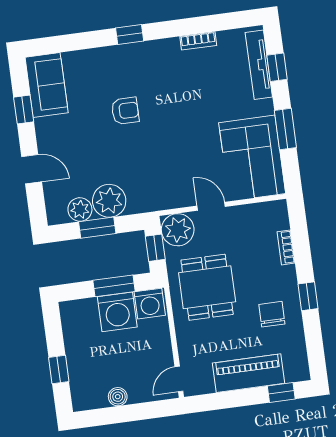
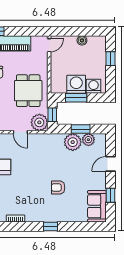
door: (32, 169) -> (110, 164), hinge flipped
washing machine: (150, 304) -> (94, 86), moved

